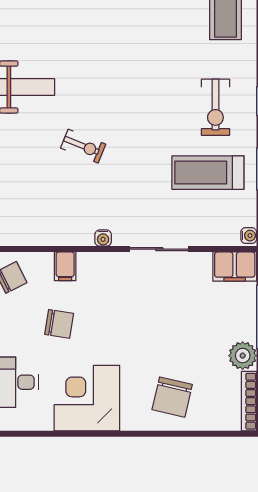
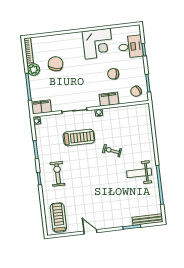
treadmill: (208, 173) -> (79, 138), moved
filing cabinet: (65, 266) -> (109, 99), width x2.00
chair: (172, 397) -> (56, 64), moved

